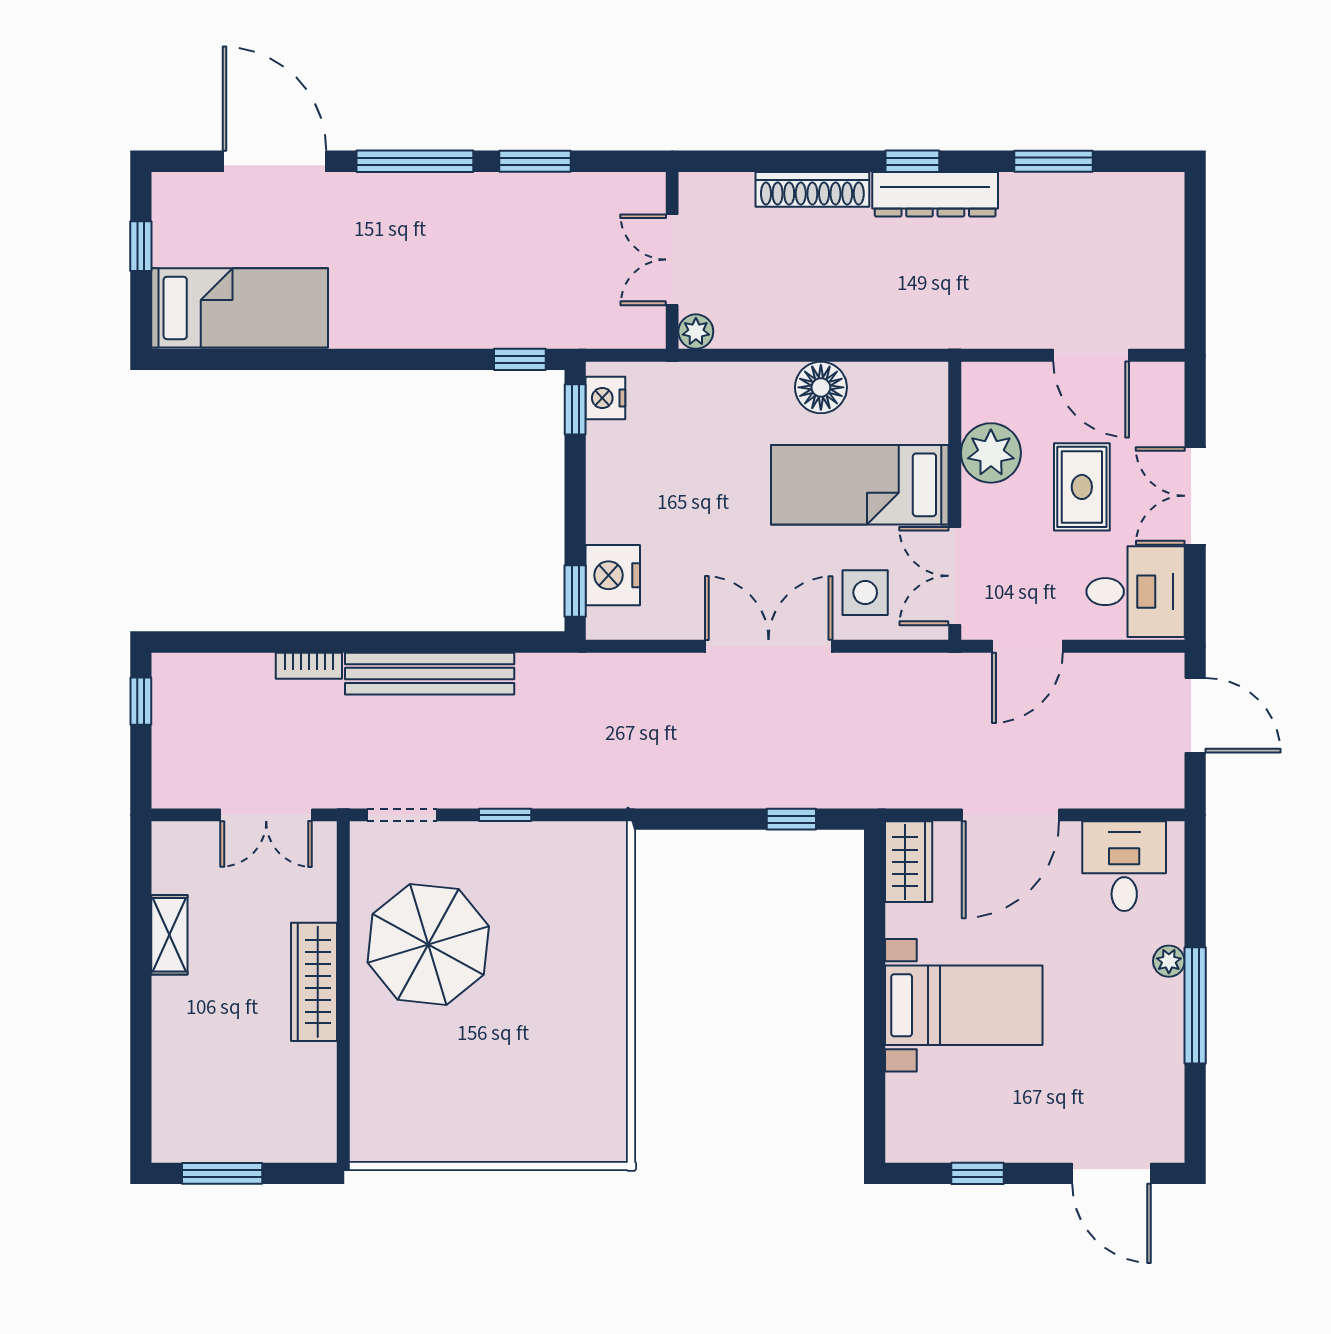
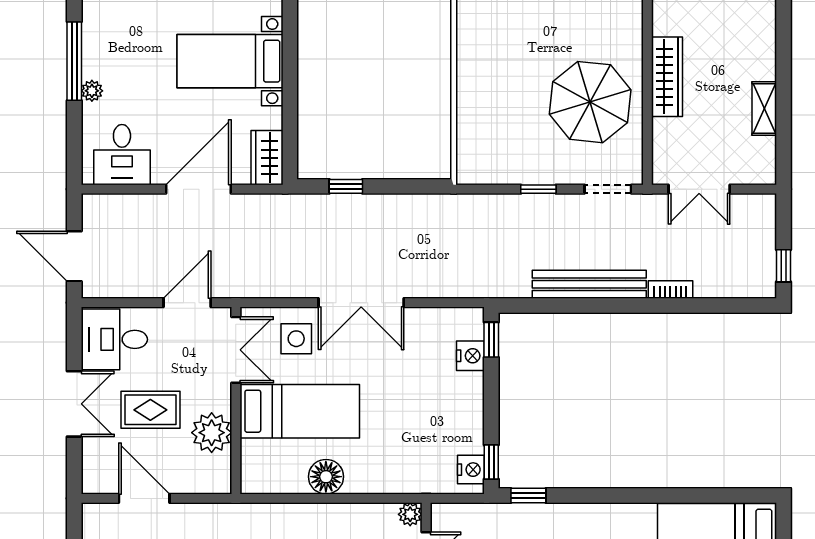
rug: (1082, 487) -> (150, 410), turned 90
nightstand: (613, 575) -> (470, 356), width x0.74, depth x0.75
double door: (266, 815) -> (699, 189), swing flipped

